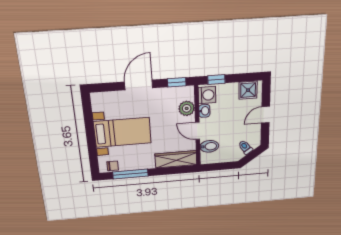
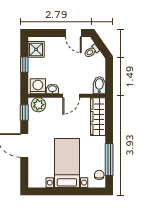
window: (216, 79) -> (24, 65), moved
plant: (187, 108) -> (38, 105), moved
door: (265, 115) -> (73, 33), moved
bidet: (209, 146) -> (99, 85), moved

